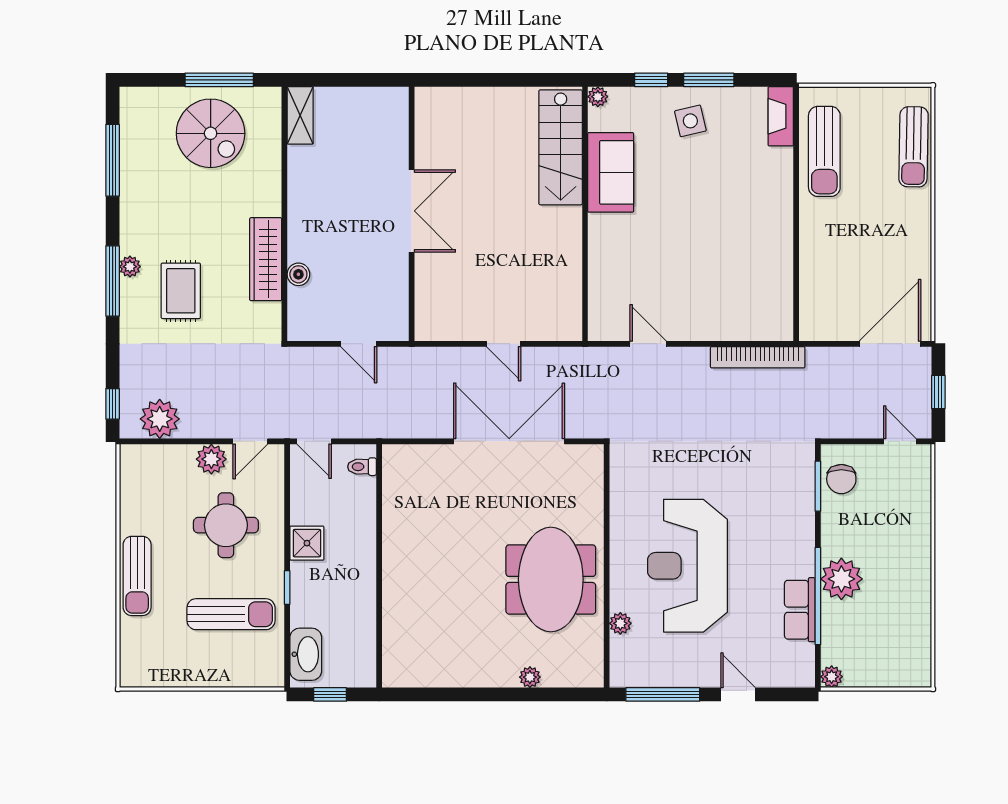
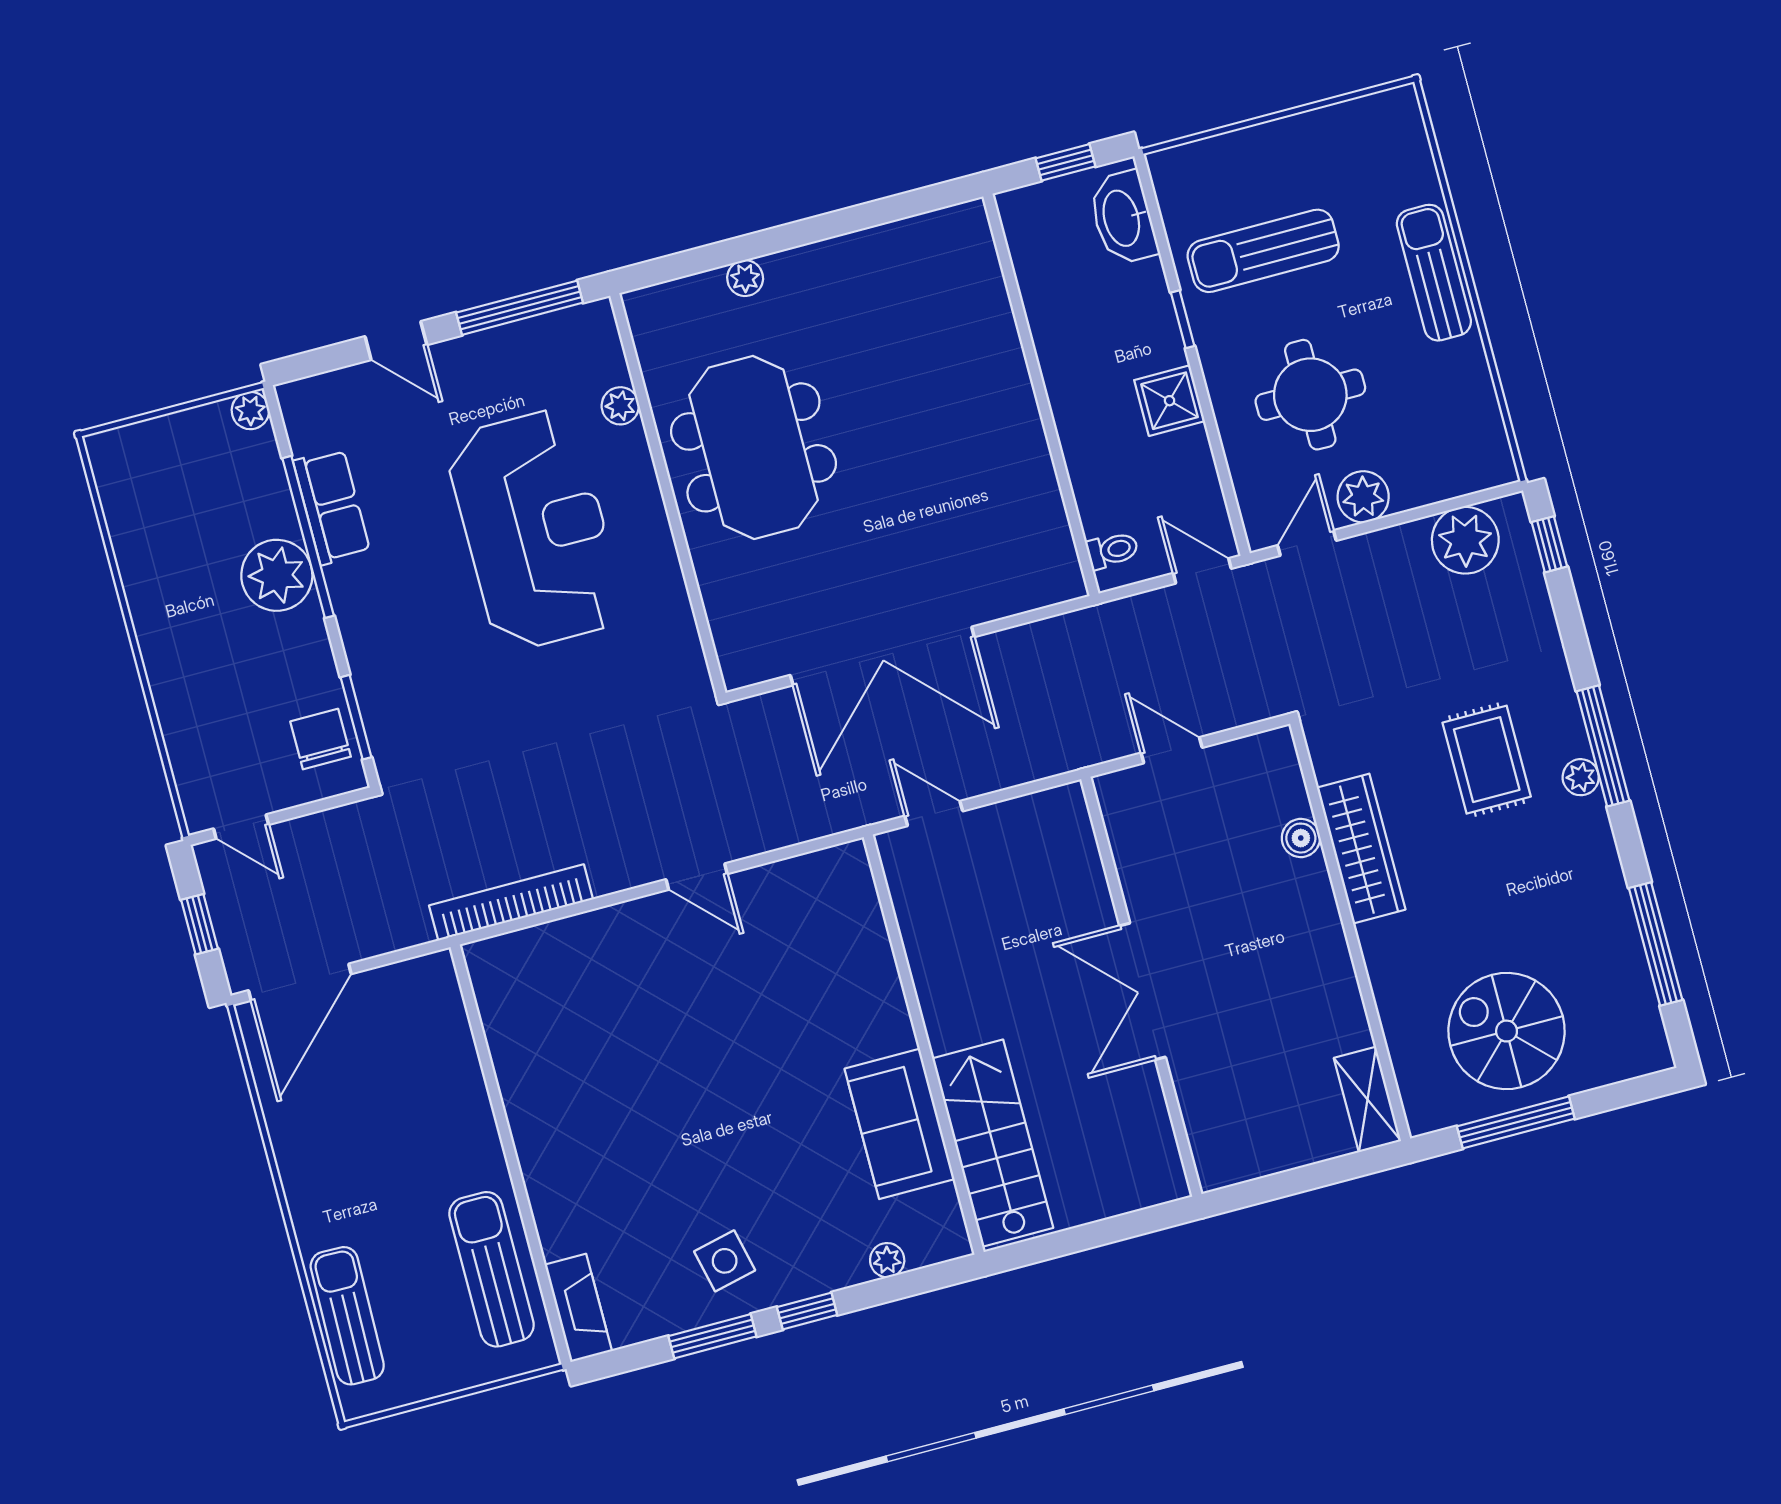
stairs: (561, 147) -> (993, 1143), moved
sofa: (611, 172) -> (900, 1124), moved
wall: (585, 214) -> (924, 1045), moved

